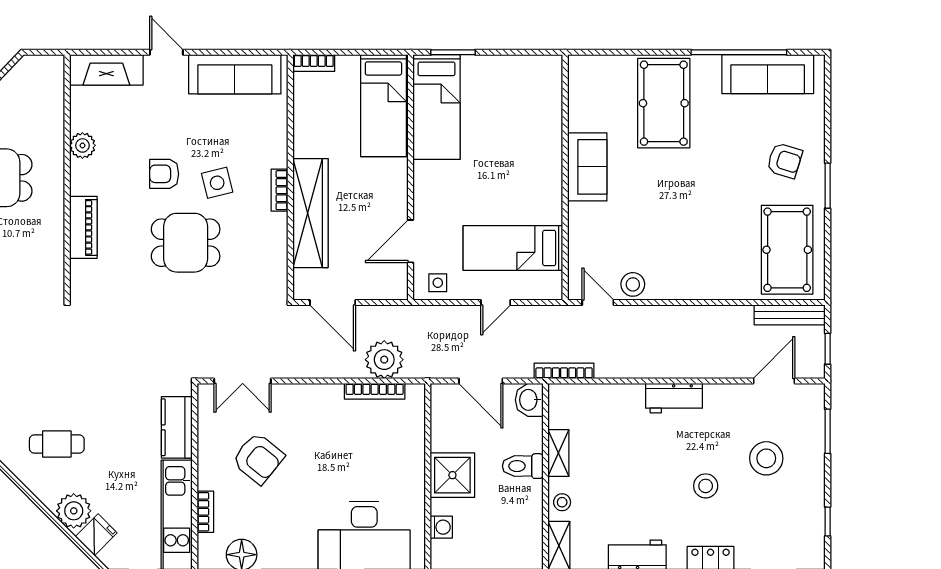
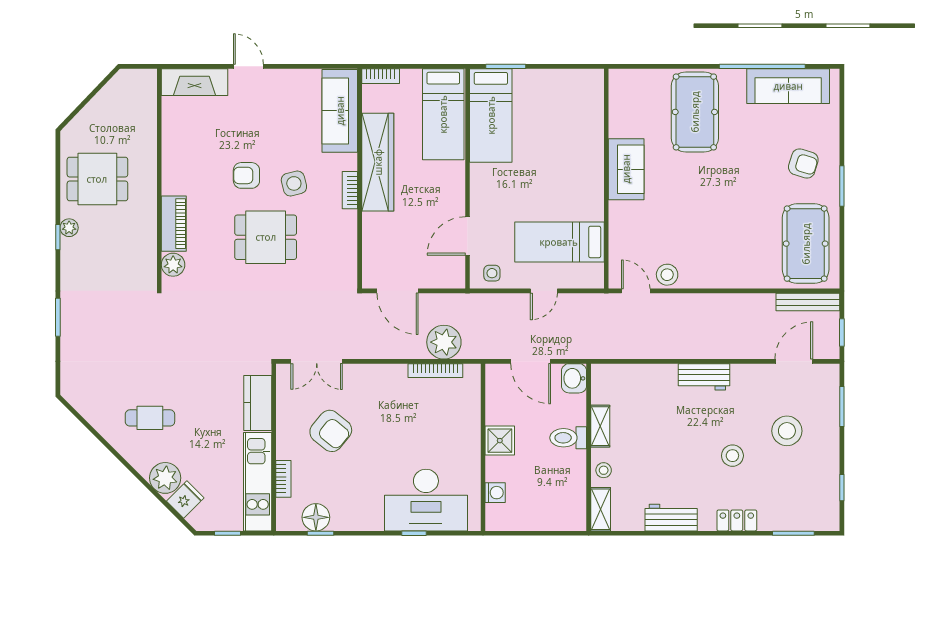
sofa: (235, 74) -> (340, 111), moved, turned 90
plant: (82, 145) -> (173, 265), moved
wardrobe: (310, 213) -> (378, 162), moved
bookcase: (564, 371) -> (605, 352), removed
shower: (452, 475) -> (500, 441), width x0.73, depth x0.73

